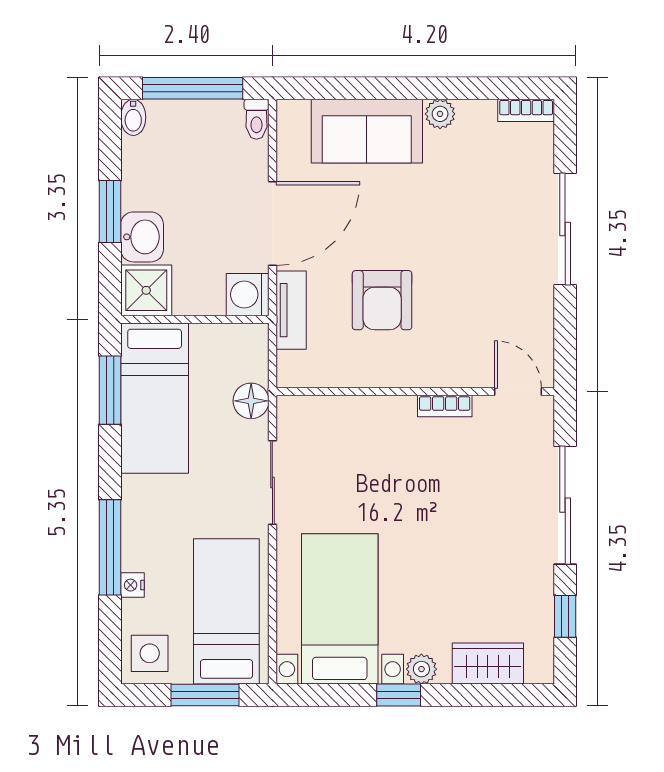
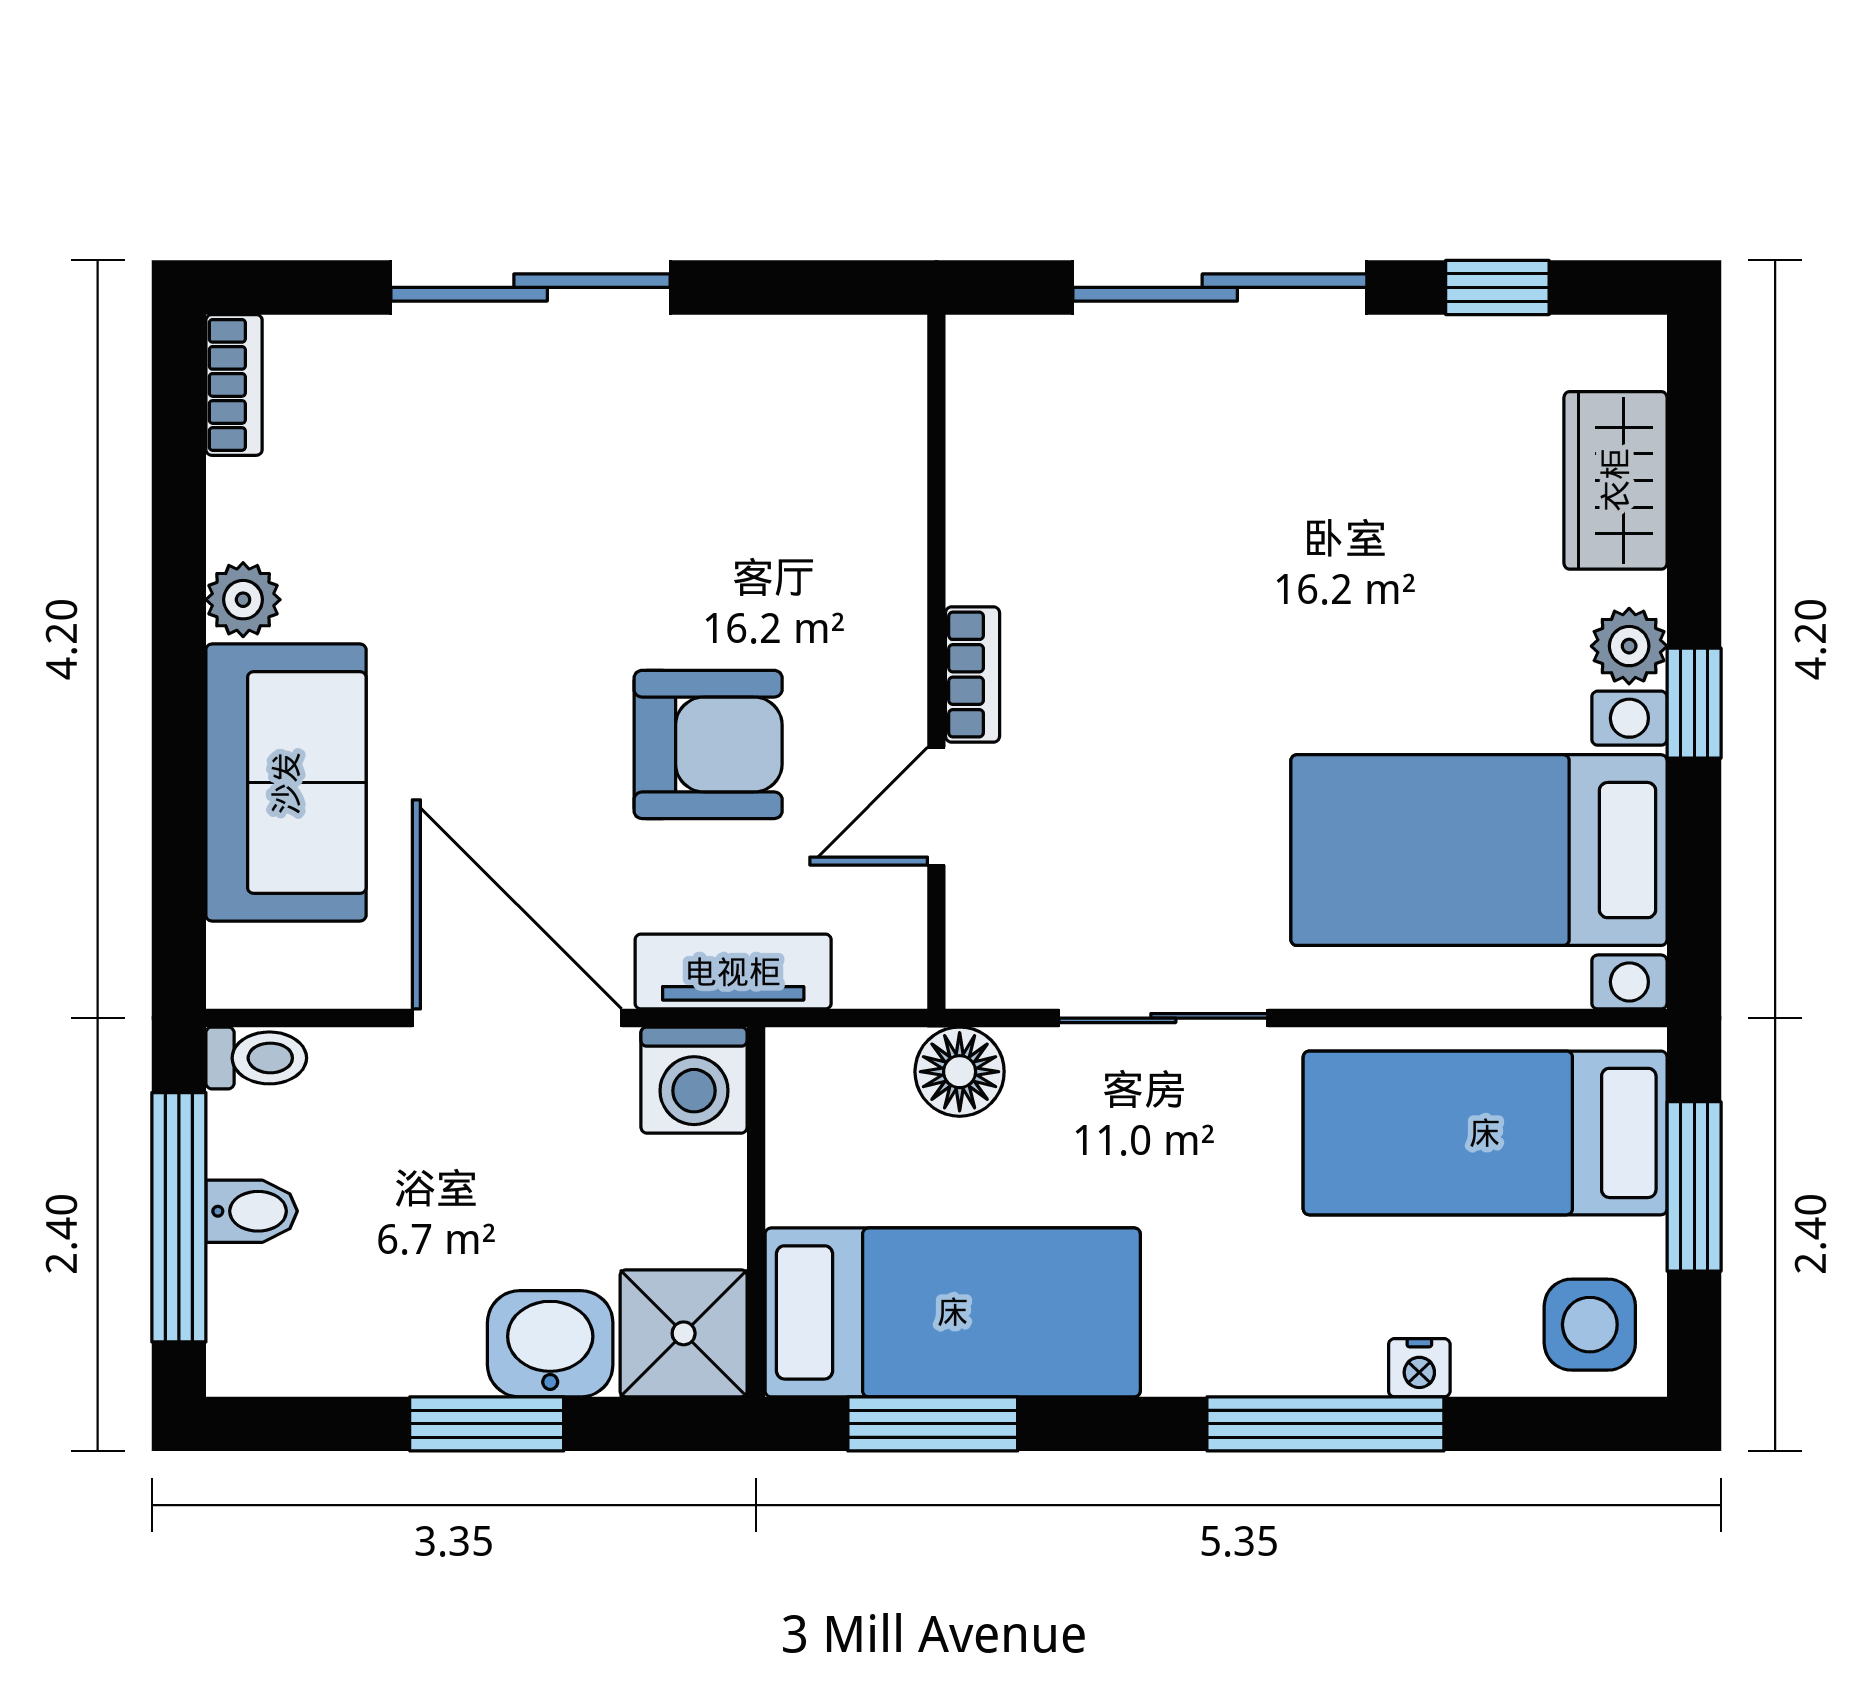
bidet: (133, 117) -> (252, 1211), moved
door: (518, 392) -> (936, 806), moved
bookcase: (445, 406) -> (973, 675), moved

